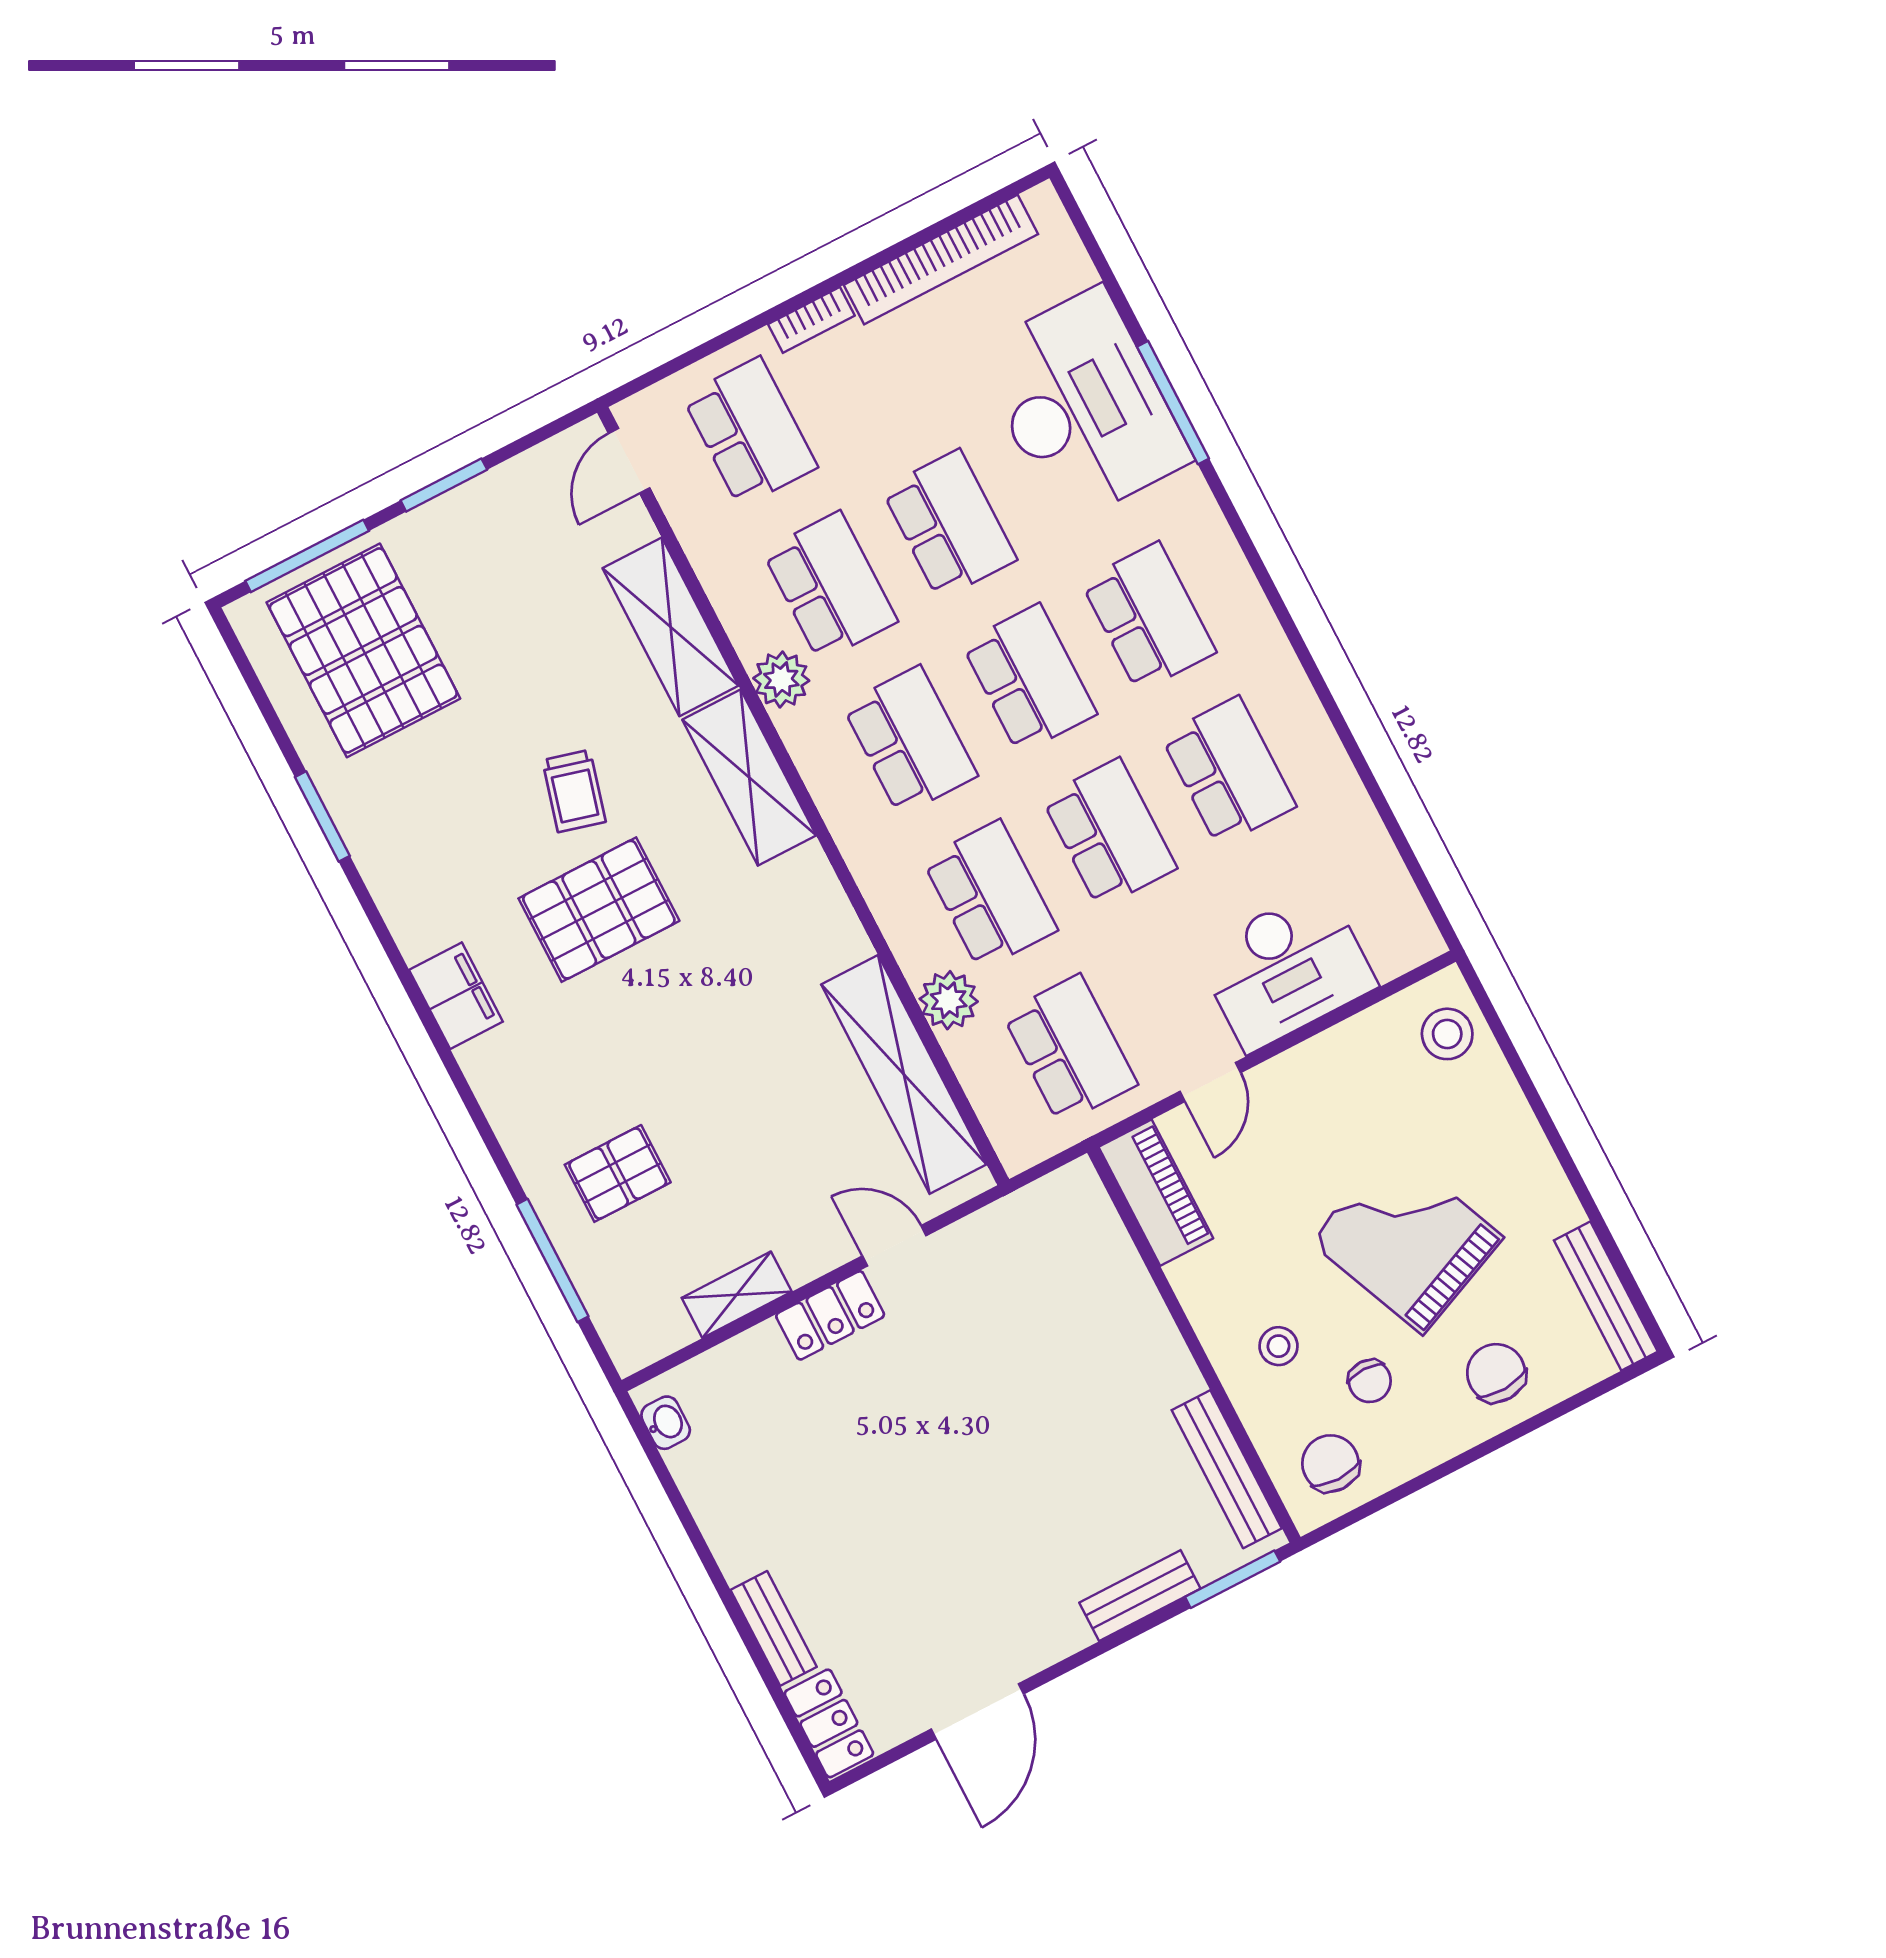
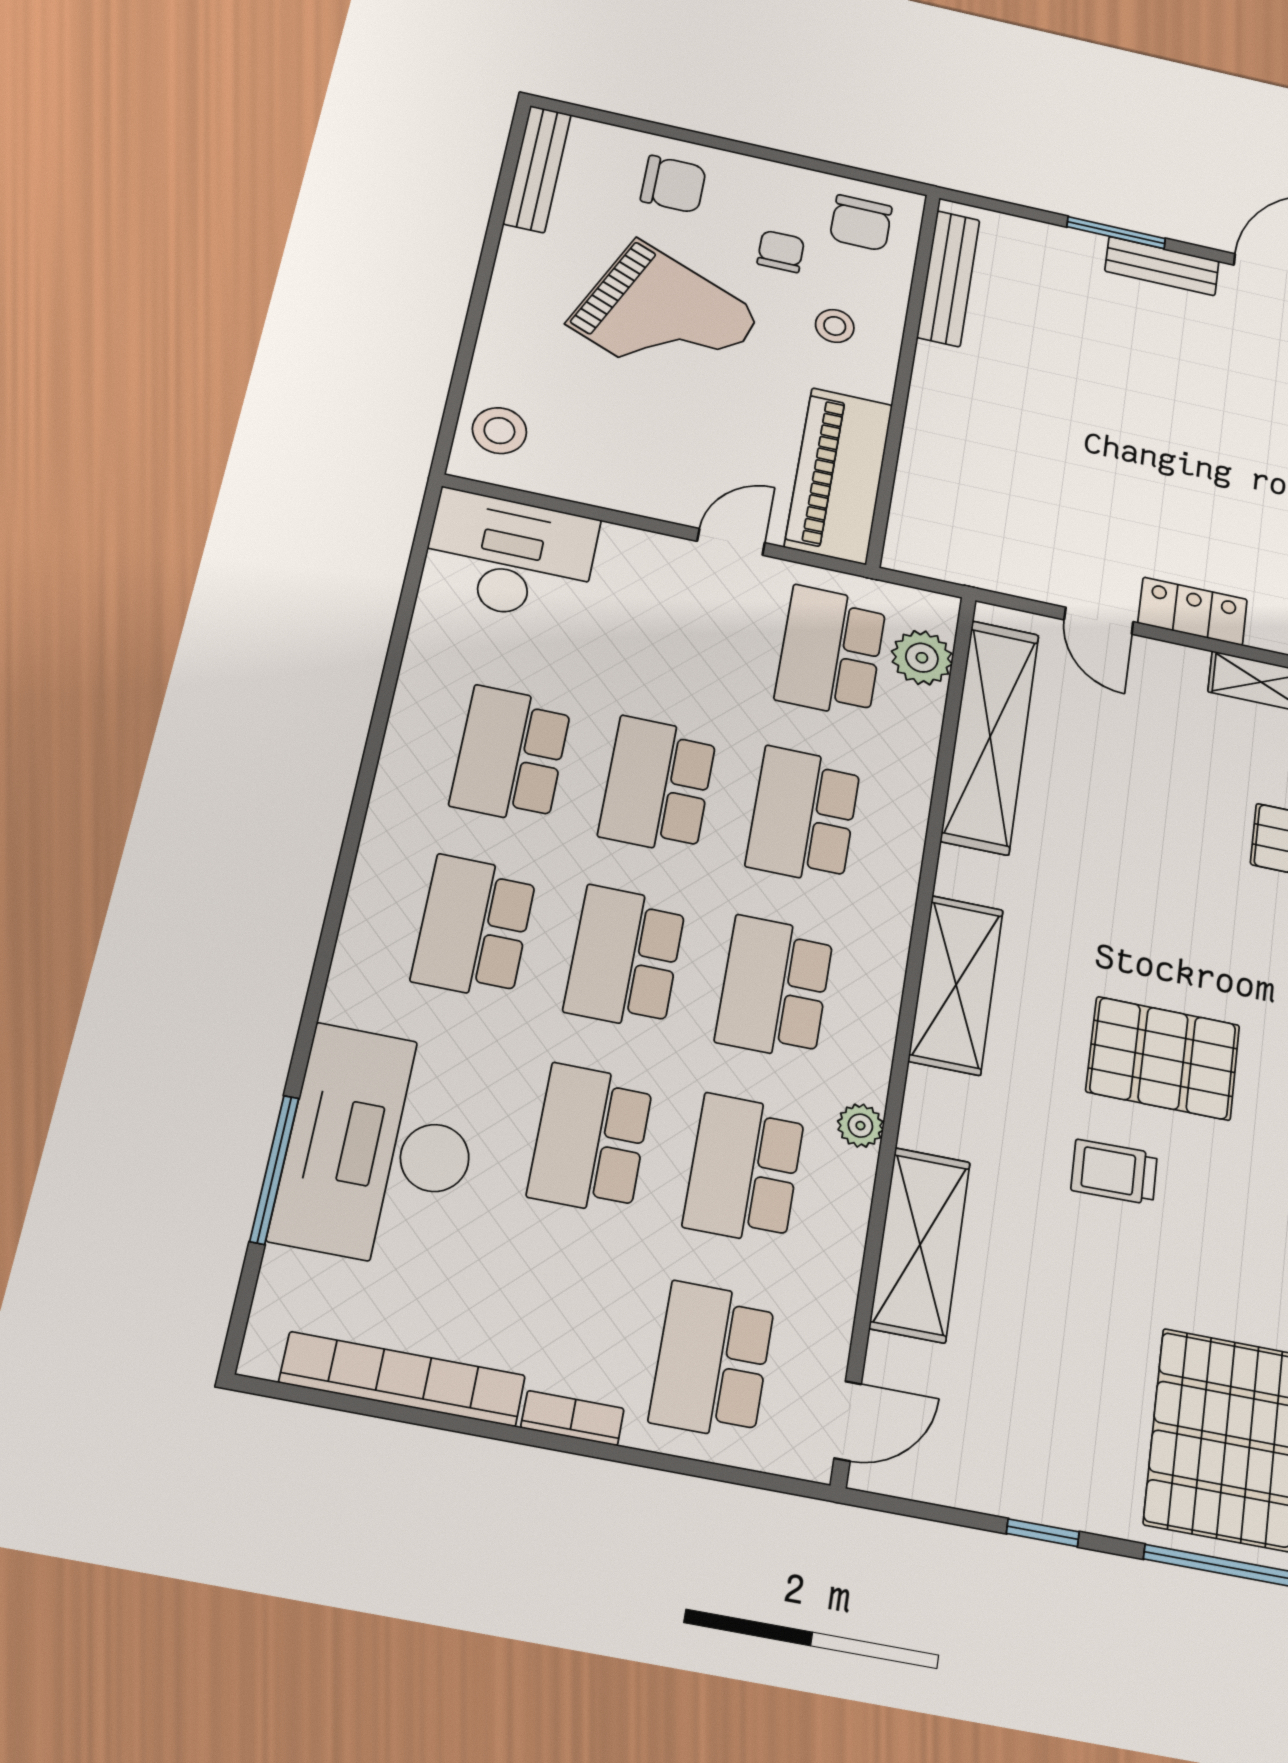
window: (1173, 403) -> (274, 1169), moved
window: (444, 485) -> (1043, 1533), width x0.67
plant: (781, 679) -> (860, 1126), width x0.73, depth x0.73
shelving: (749, 778) -> (956, 985), moved
trolley: (574, 791) -> (1114, 1172), turned -106
desk: (1286, 969) -> (510, 557), moved
plant: (949, 1000) -> (922, 658), moved
piano: (1156, 1193) -> (839, 475), width x1.37, depth x1.33
grand piano: (1407, 1239) -> (665, 319), turned -44
chair: (1496, 1373) -> (673, 184), turned -87
window: (1233, 1579) -> (1116, 233), moved
bench: (1140, 1596) -> (1162, 266), moved

